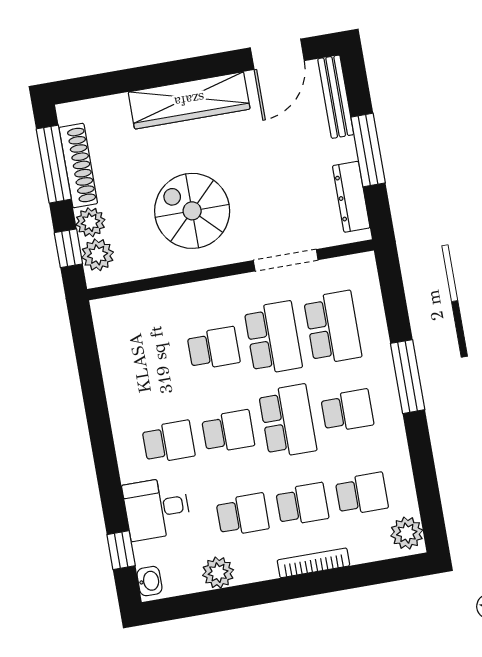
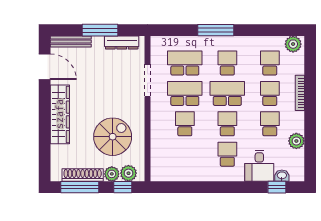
spiral stairs: (192, 211) -> (113, 137), moved, turned 180
washbasin: (149, 581) -> (282, 176), moved

